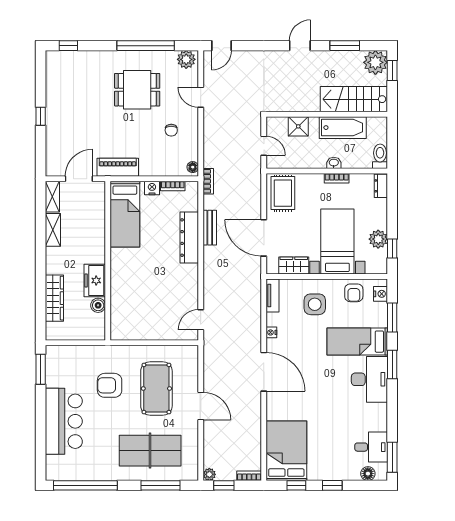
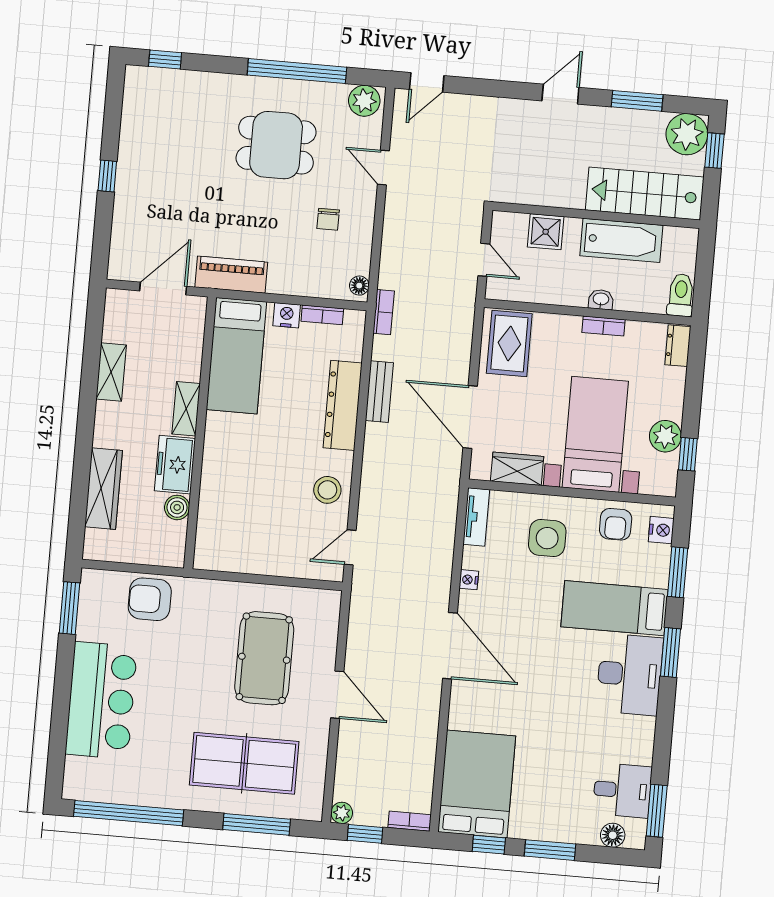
shelving: (52, 197) -> (186, 409), moved
stool: (185, 287) -> (327, 490), added
armchair: (110, 385) -> (150, 599), moved
window: (332, 485) -> (550, 850), width x1.50

